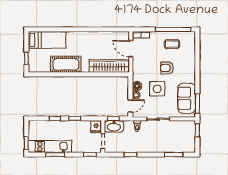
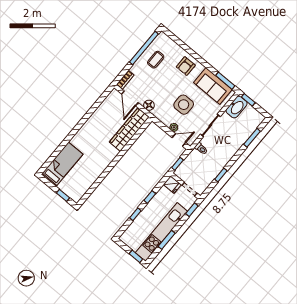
door: (131, 49) -> (130, 98), hinge flipped
cot: (66, 64) -> (97, 166), removed
armchair: (167, 68) -> (186, 66), moved
floor lamp: (137, 86) -> (149, 105), moved
door: (130, 106) -> (179, 140), hinge flipped
washbasin: (114, 126) -> (237, 107), moved
kitchen unit: (50, 146) -> (161, 232), width x1.36

